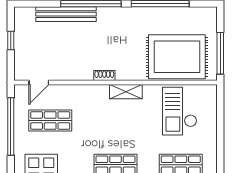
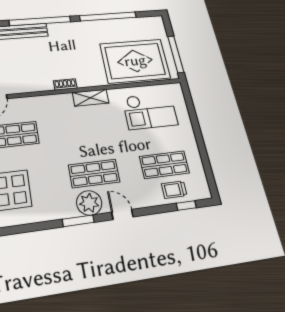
checkout: (180, 111) -> (150, 111), turned -90

